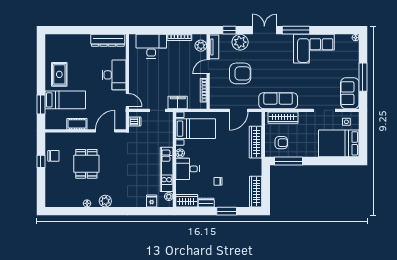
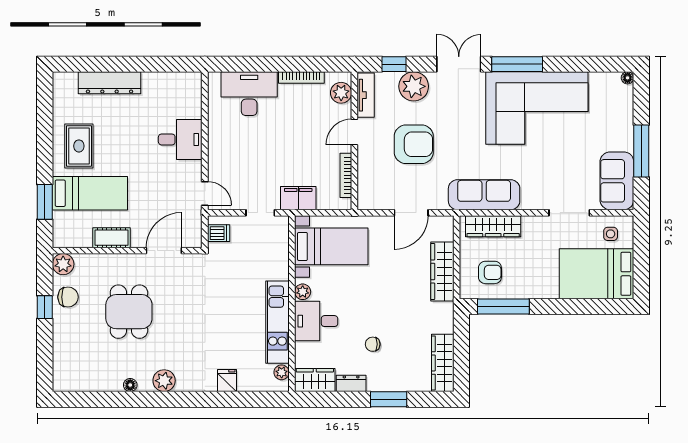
dresser: (108, 40) -> (110, 83), moved
corner sofa: (314, 49) -> (537, 108), width x1.36, depth x1.36
desk: (114, 75) -> (180, 139), width x0.73
plant: (51, 138) -> (63, 264), added
fridge: (152, 201) -> (227, 381), moved

